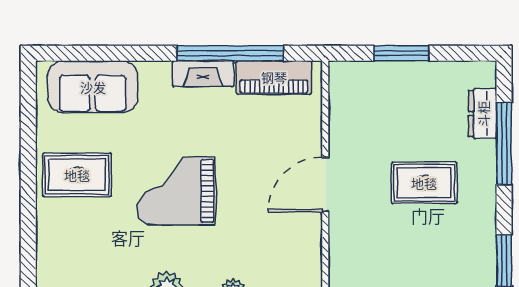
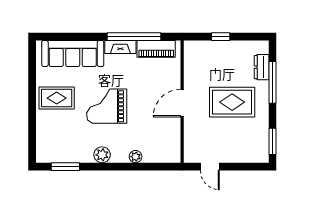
window: (402, 53) -> (221, 37), width x0.67
sofa: (93, 87) -> (73, 54), width x1.36
rug: (424, 183) -> (232, 102), width x1.36, depth x1.43

